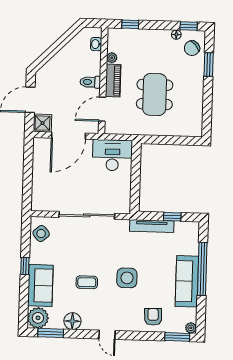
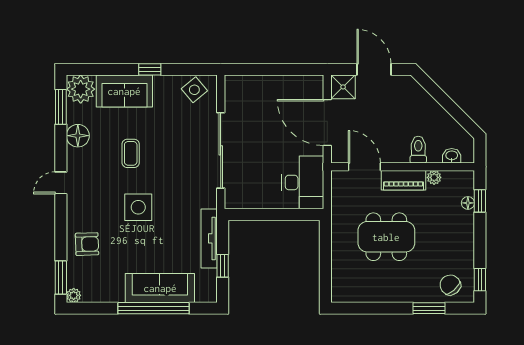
floor lamp: (176, 35) -> (468, 203), moved
toilet: (90, 82) -> (418, 150), moved
sofa: (187, 281) -> (160, 288), moved

